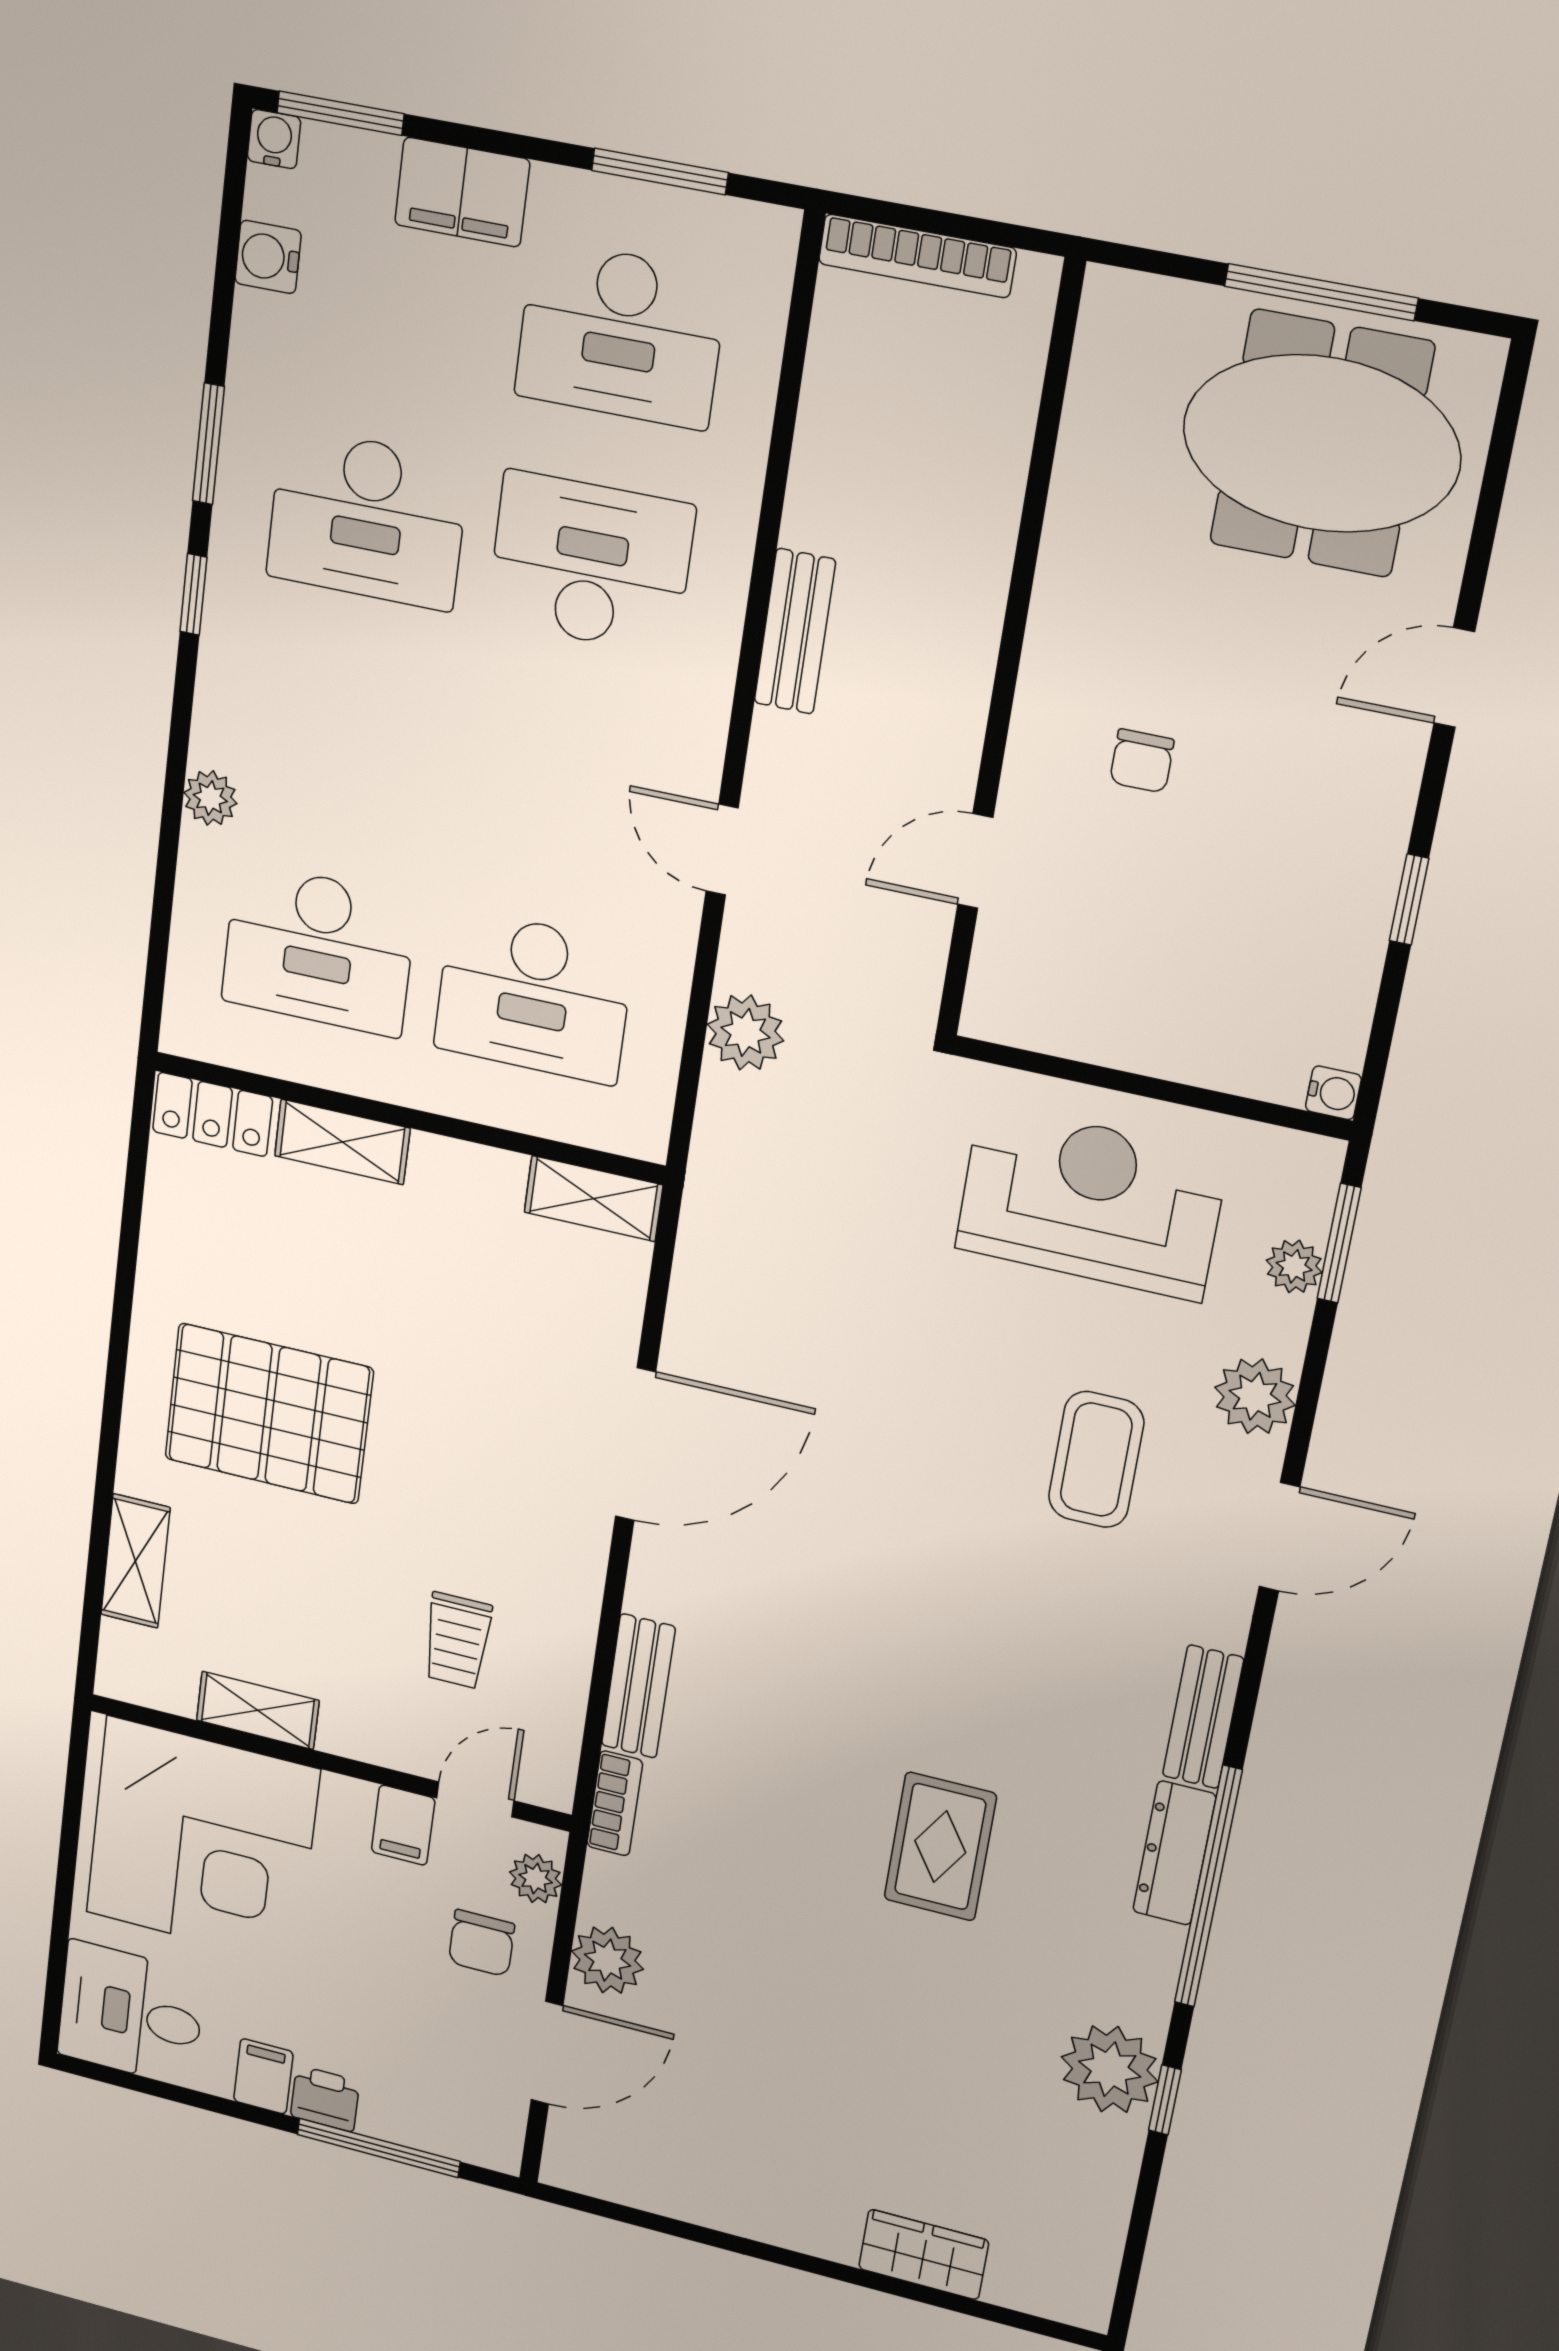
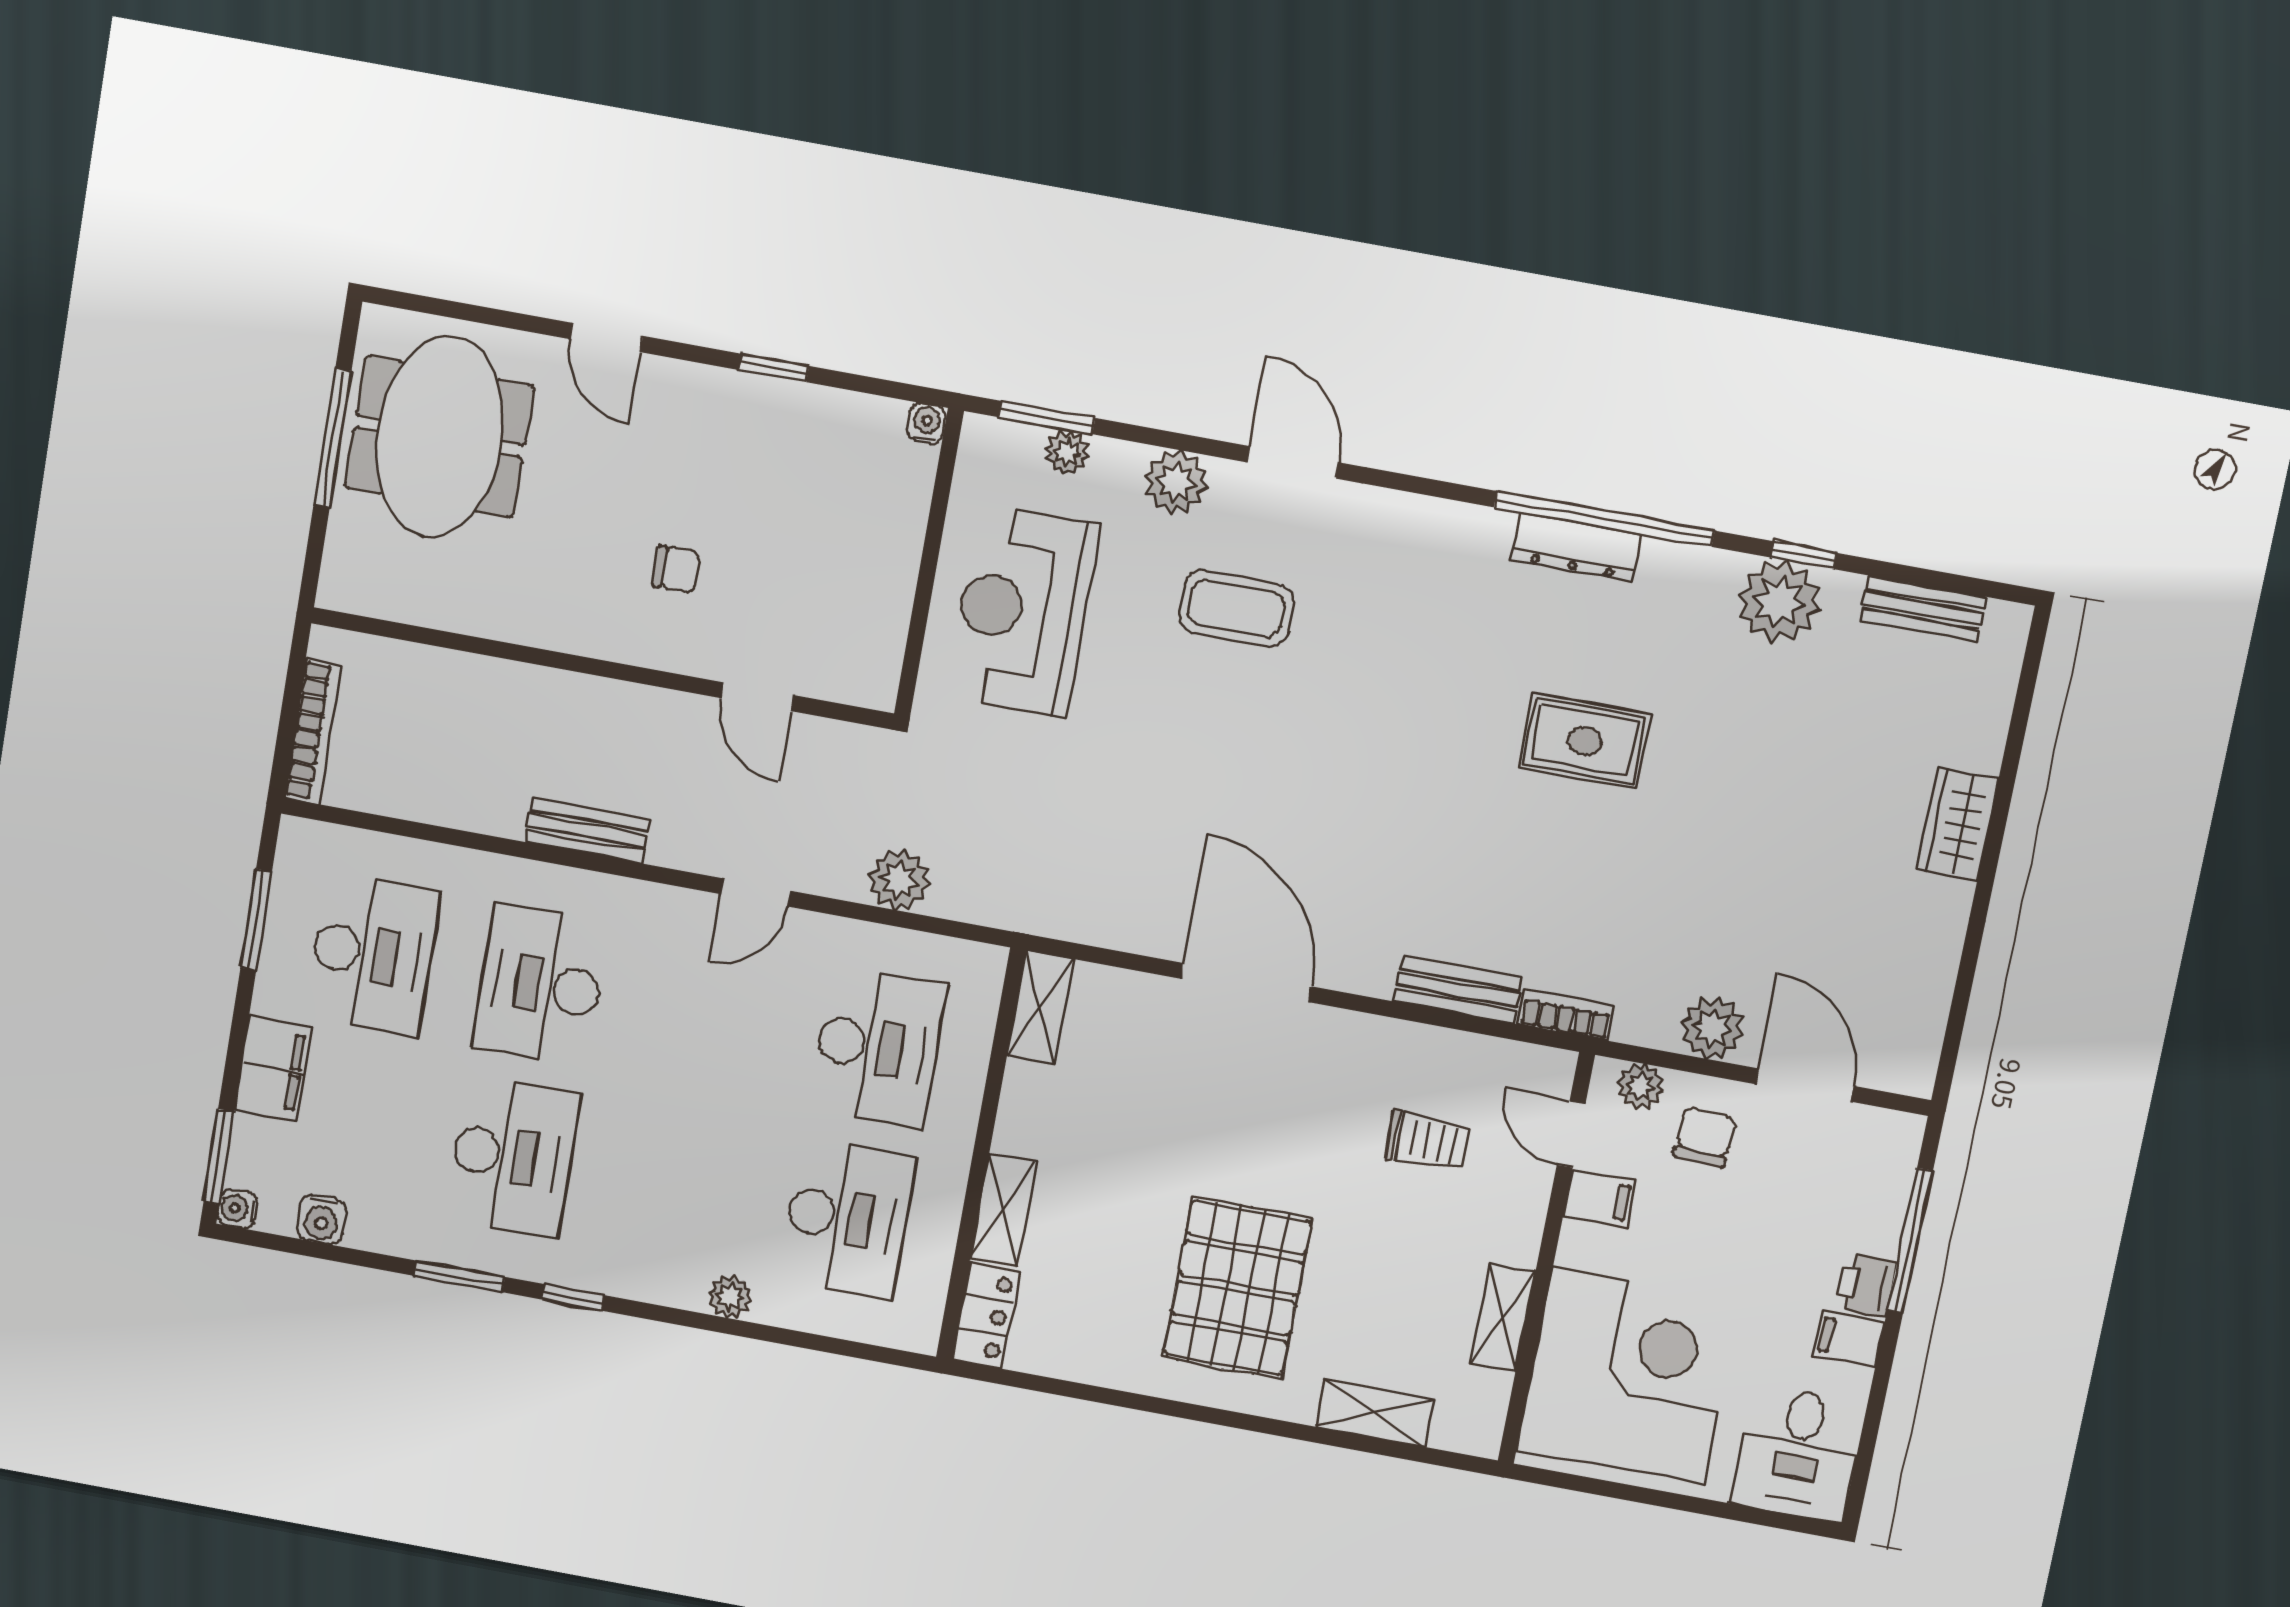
bench: (1203, 1717) -> (1923, 609), moved
chair: (482, 1943) -> (1705, 1137), turned -87
wardrobe: (924, 2254) -> (1958, 824), moved

